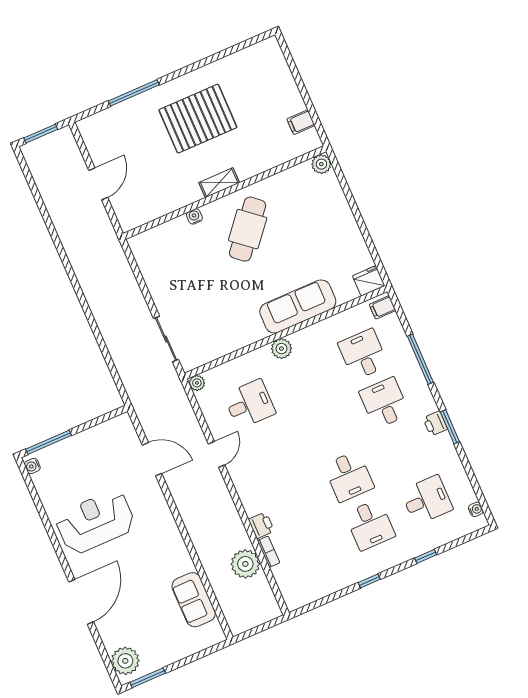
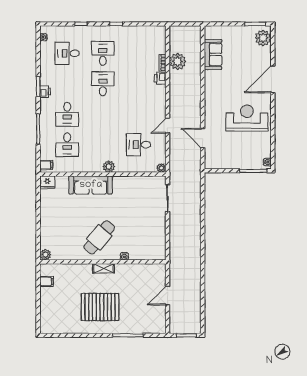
reception desk: (95, 522) -> (247, 118), turned 180

